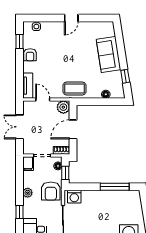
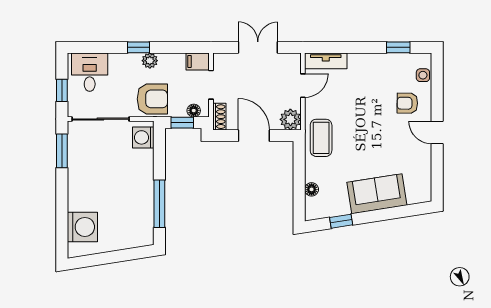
armchair: (30, 55) -> (407, 103), moved
armchair: (51, 191) -> (152, 99), turned 180
window: (19, 212) -> (139, 47), moved

